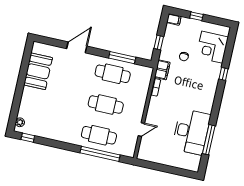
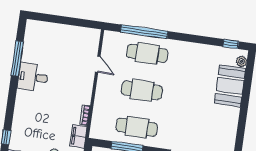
booth: (38, 71) -> (230, 86), moved
door: (141, 129) -> (98, 64), swing flipped
desk: (191, 132) -> (33, 77), width x0.53, depth x0.77

